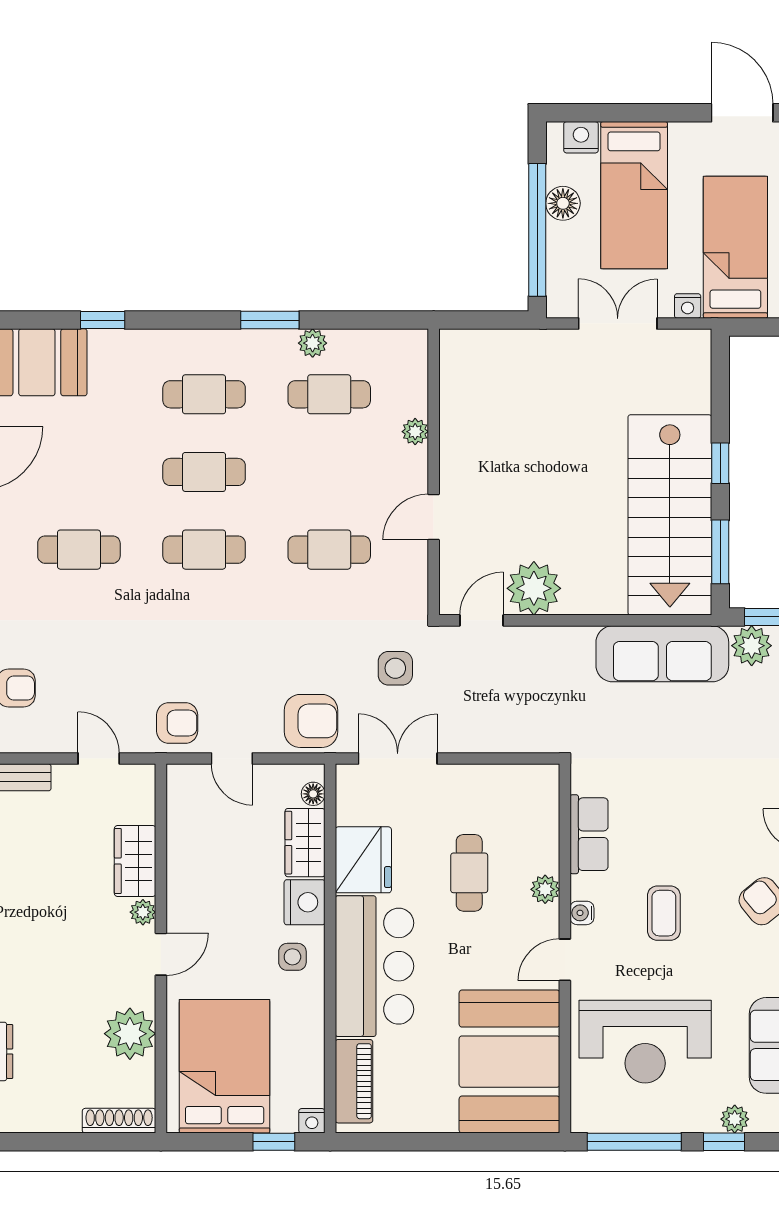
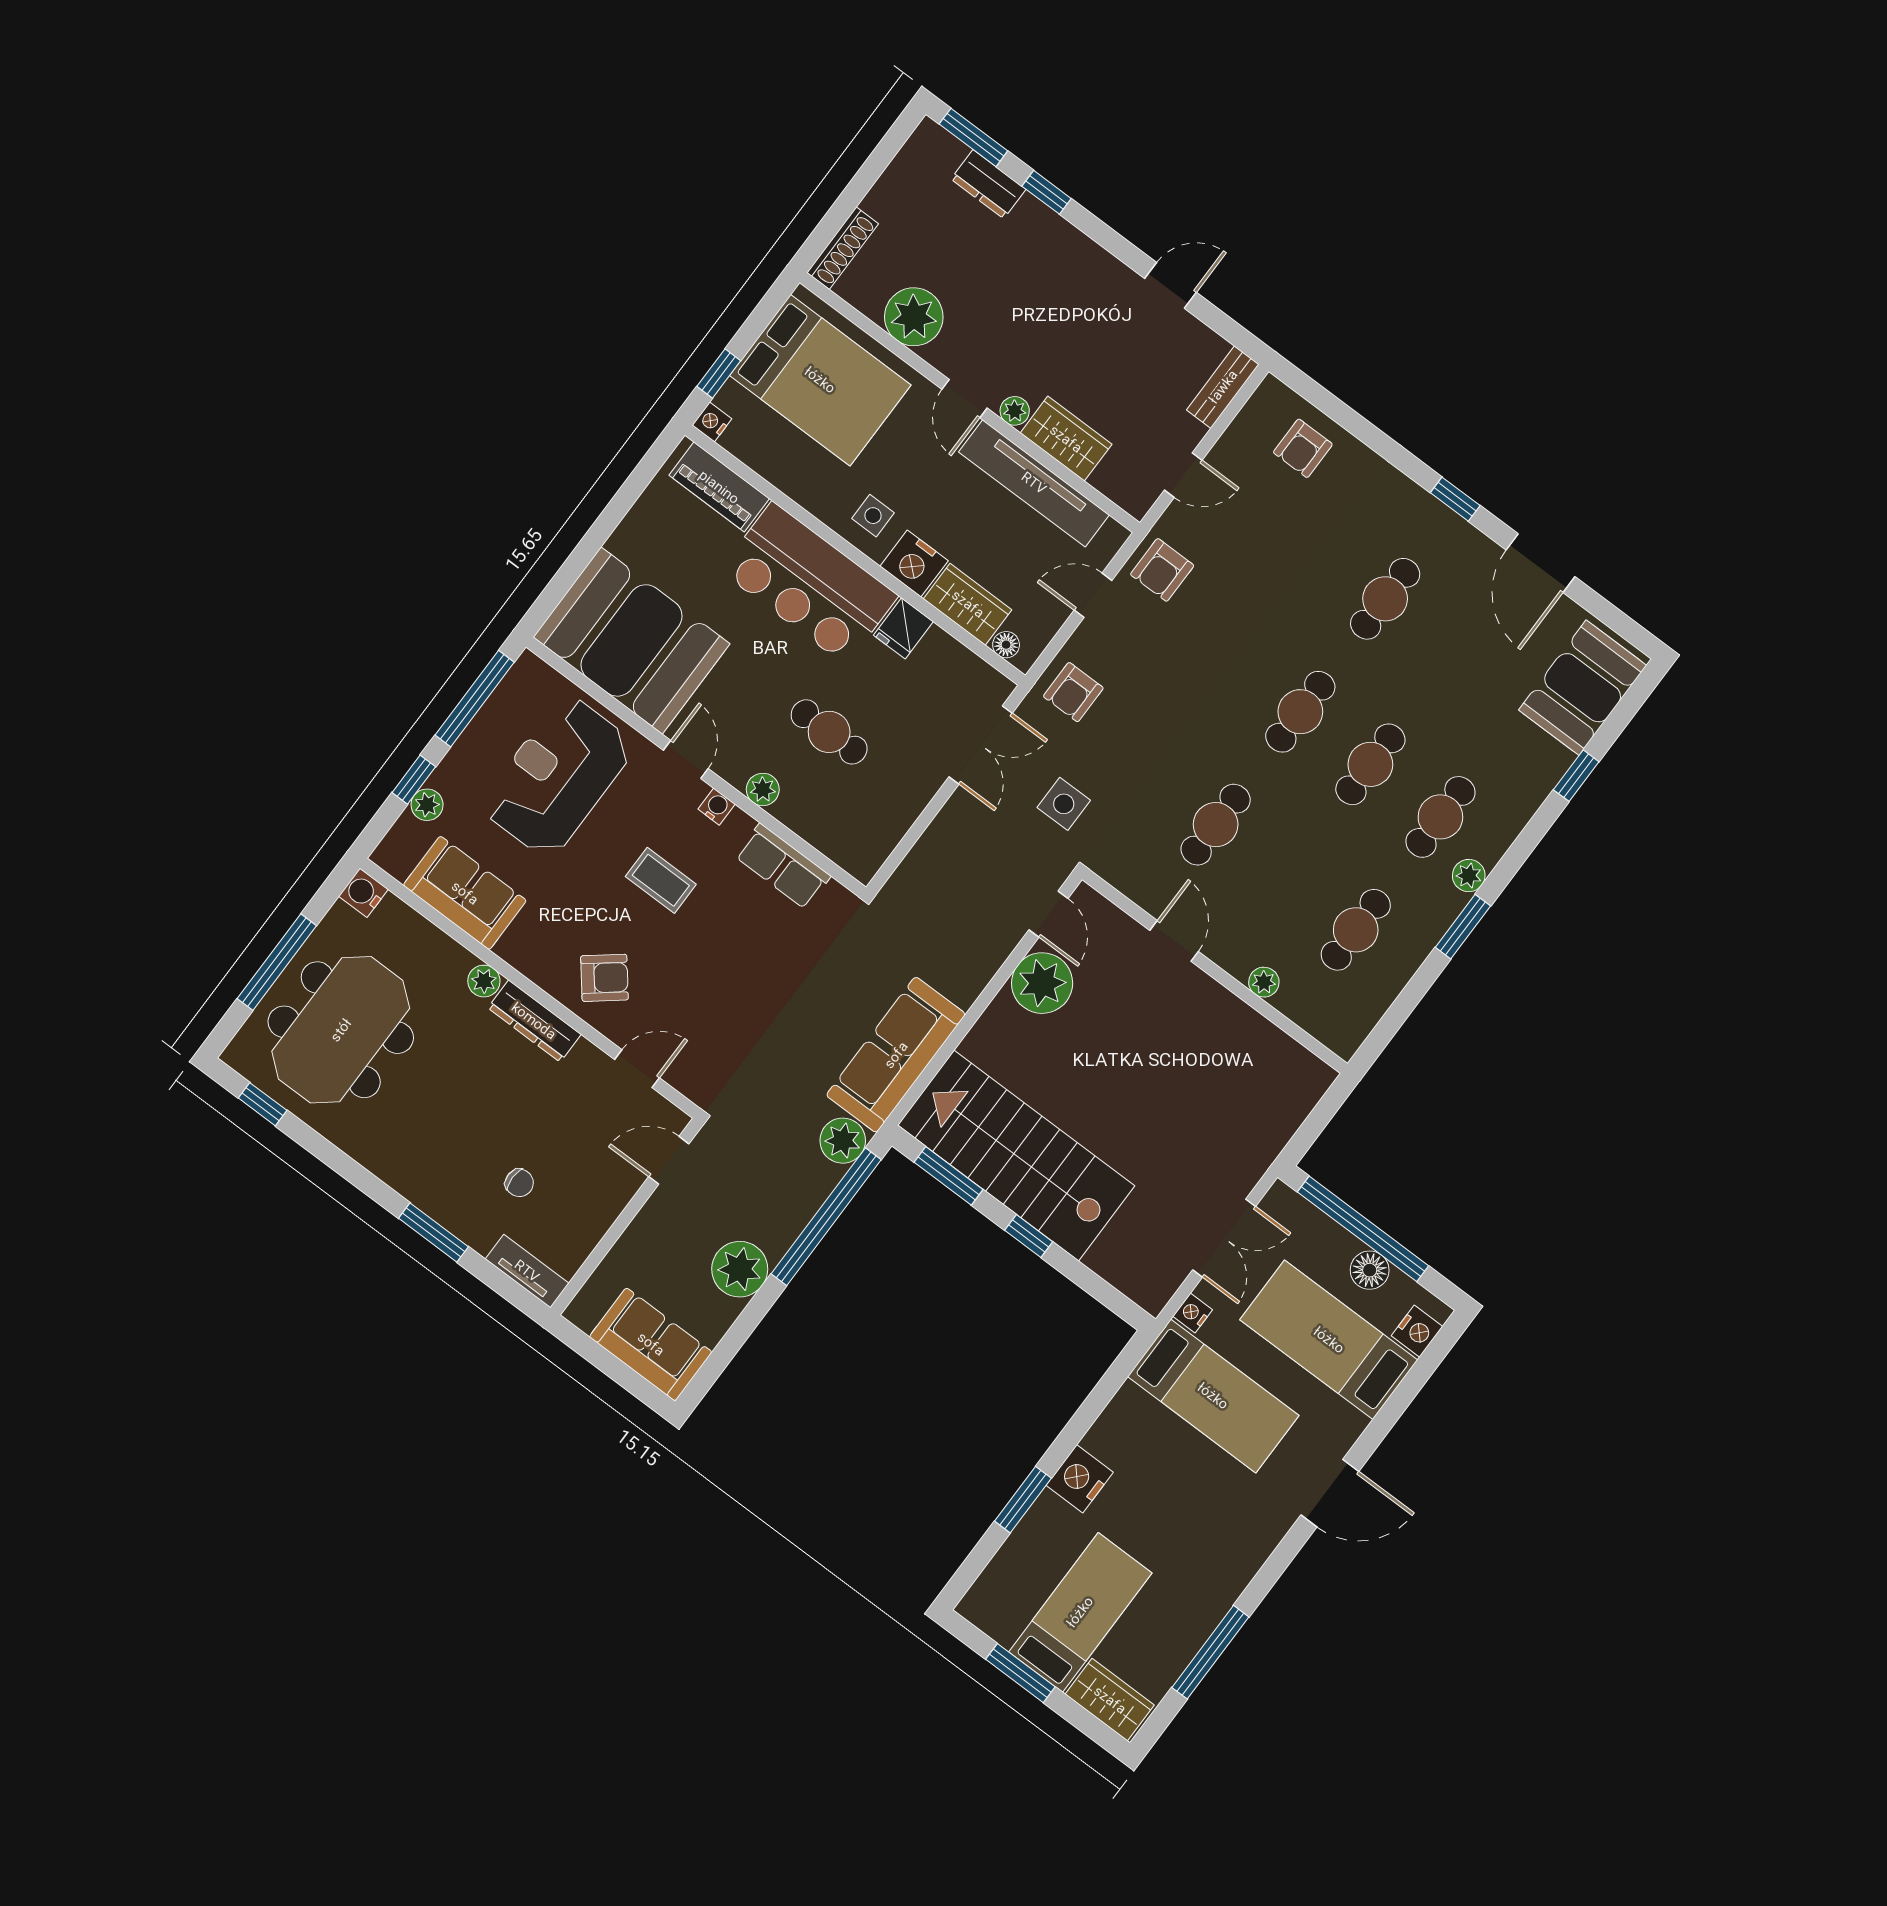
plant: (313, 343) -> (1469, 876), moved
armchair: (311, 721) -> (1073, 692), width x0.72, depth x0.72
tv unit: (184, 860) -> (1034, 483), added
fridge: (363, 860) -> (903, 628), width x0.53, depth x0.75

